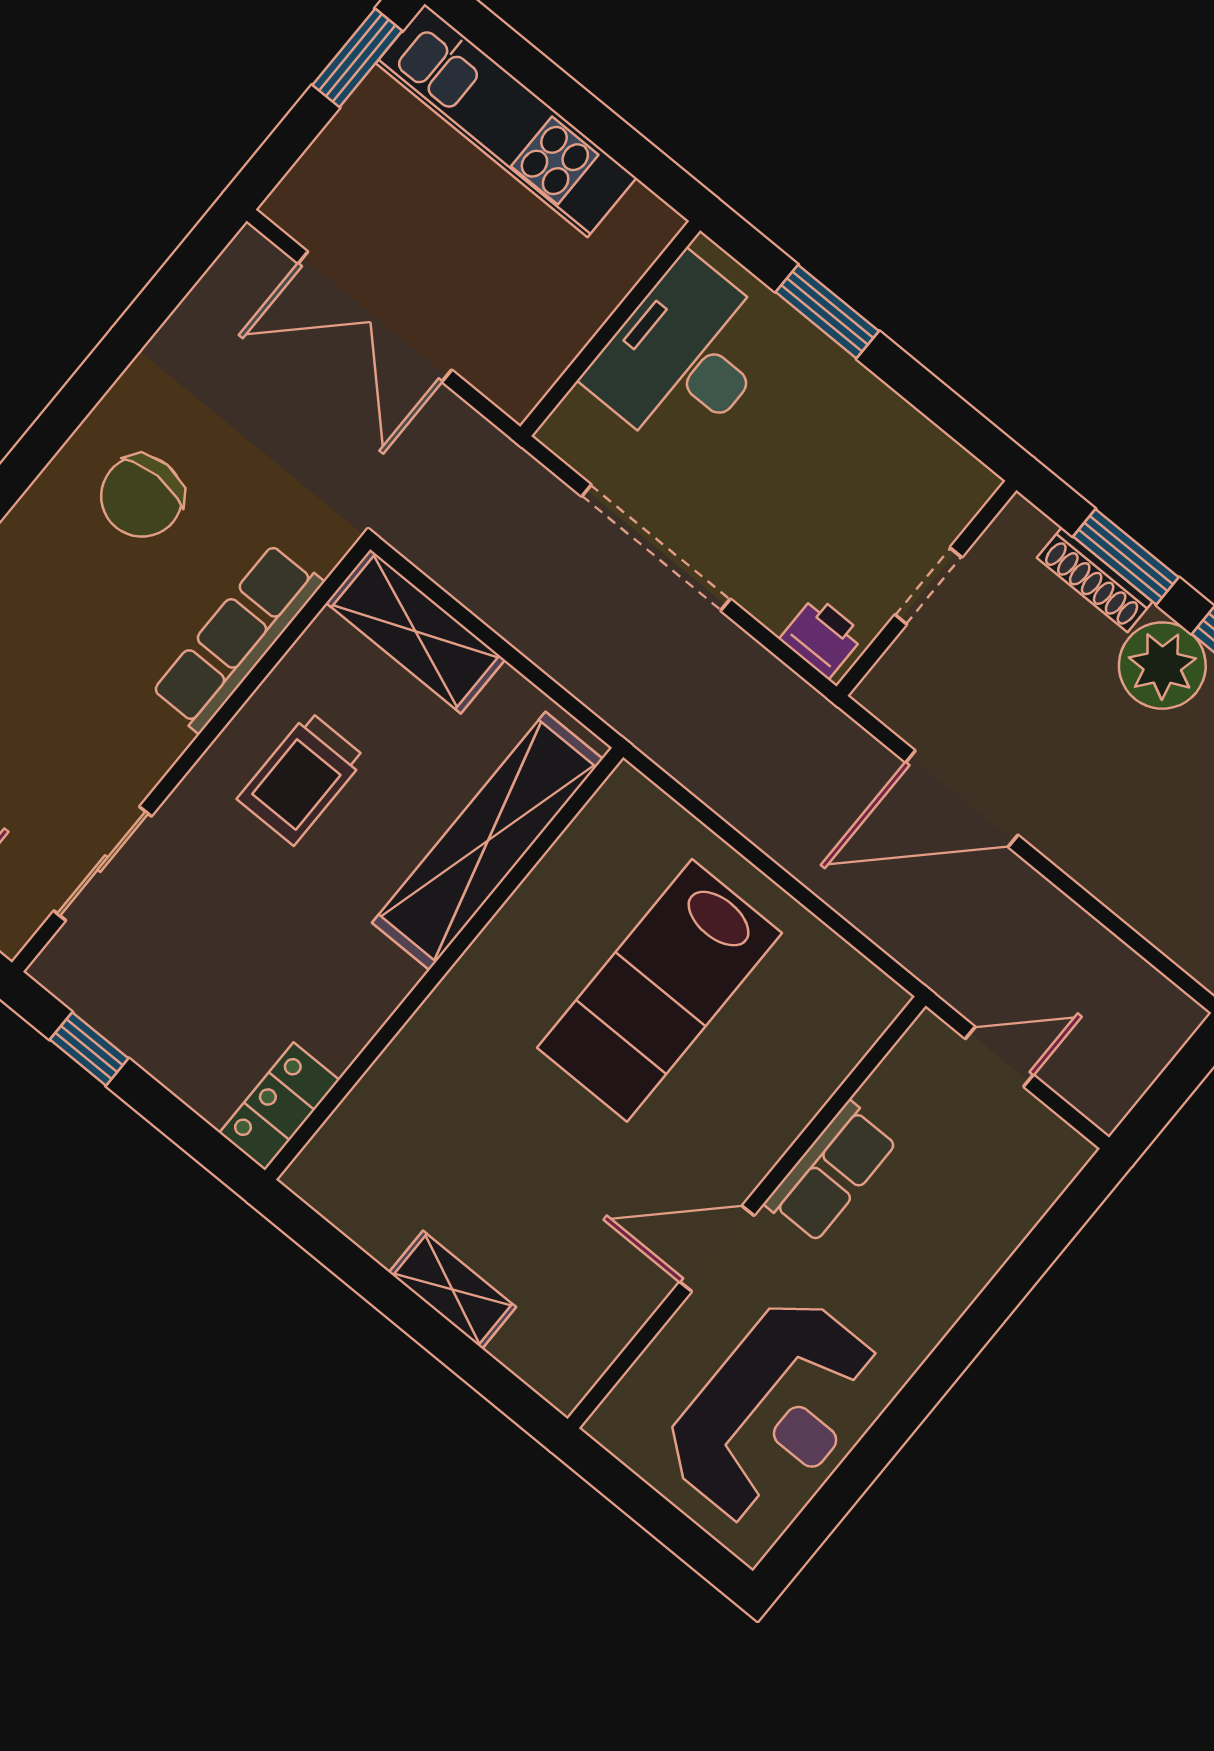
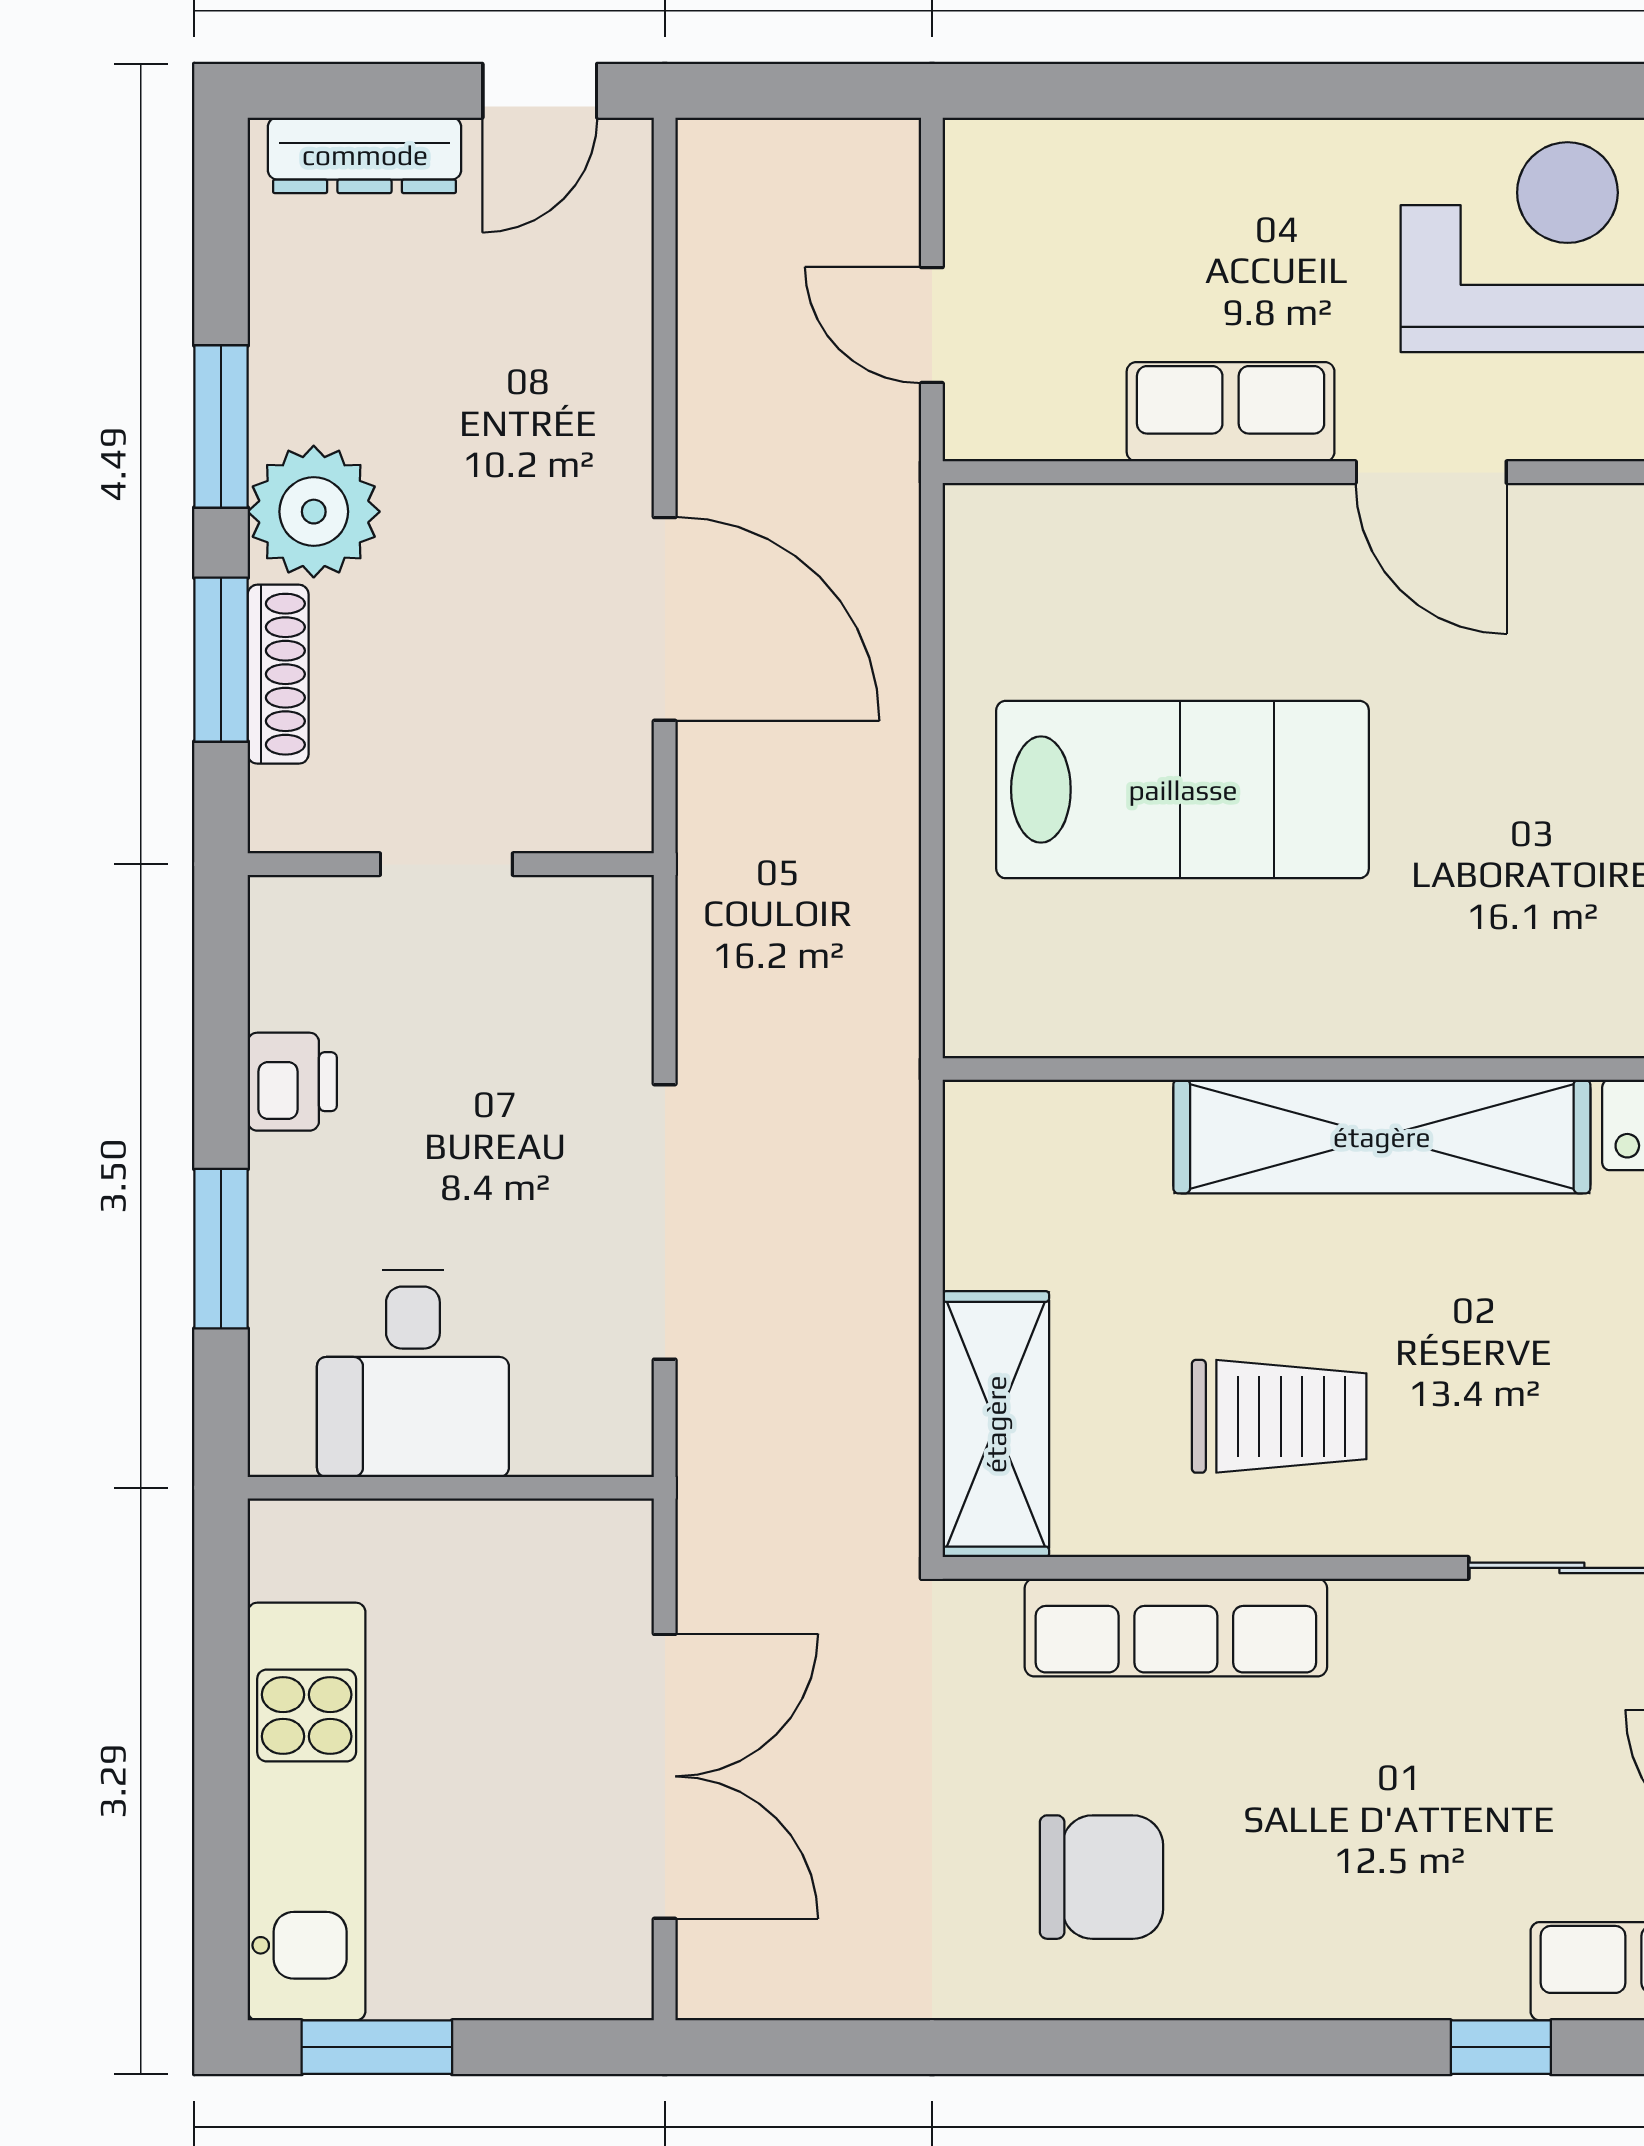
desk: (684, 357) -> (413, 1373), width x0.73
printer: (822, 637) -> (292, 1082), moved, turned 180
shelving: (488, 841) -> (1382, 1137), moved

